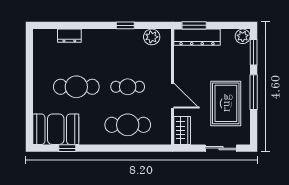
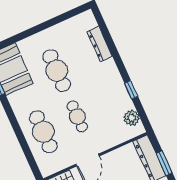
window: (194, 25) -> (164, 163), moved
dresser: (69, 36) -> (100, 44), width x1.44

